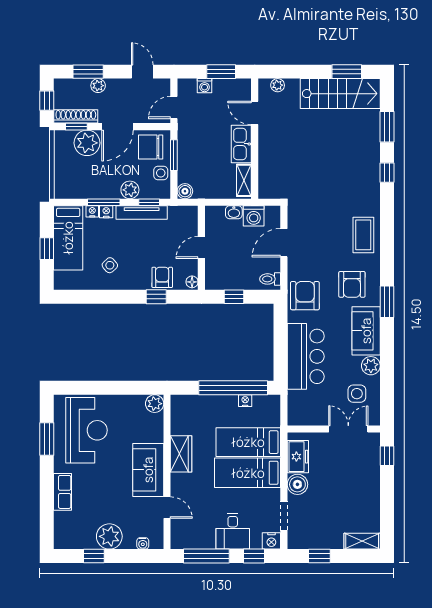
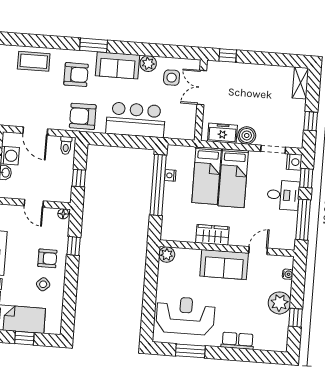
armchair: (162, 277) -> (47, 258), moved, turned 180

